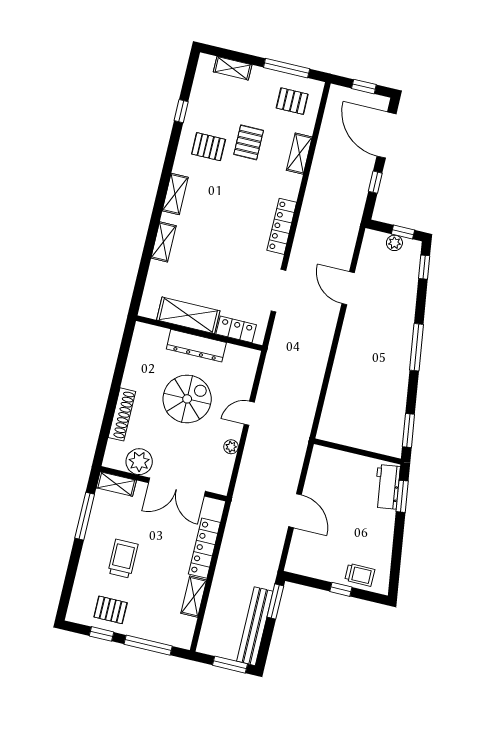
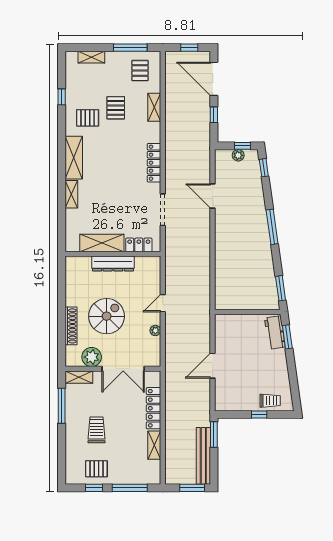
pallet: (292, 101) -> (140, 71), turned 90
shelving: (175, 194) -> (74, 158), width x1.50, depth x1.33
spiral stairs: (187, 399) -> (107, 316), moved
door: (295, 511) -> (213, 366), swing flipped

